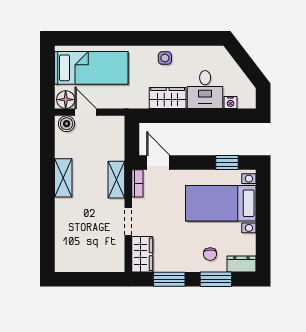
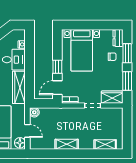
wardrobe: (168, 98) -> (19, 87), width x1.50
door: (86, 112) -> (27, 131), swing flipped
boiler: (67, 124) -> (34, 112), moved
window: (227, 162) -> (57, 67), moved
shelving: (116, 180) -> (105, 144), moved

